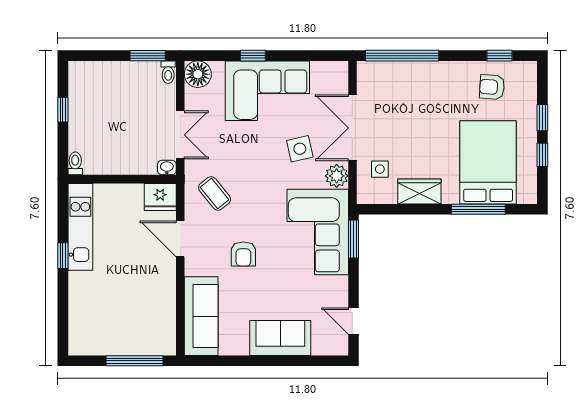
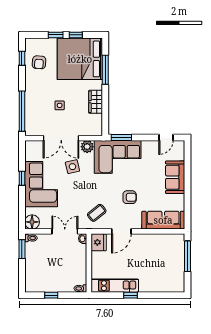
window: (253, 56) -> (22, 178), moved
bed: (488, 162) -> (80, 59), width x1.36
side table: (380, 169) -> (60, 105), moved

